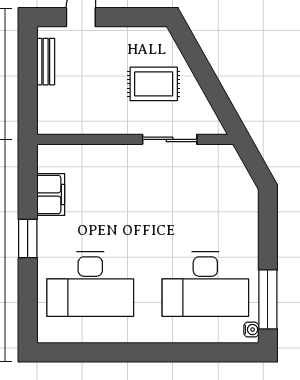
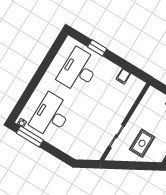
filing cabinet: (51, 194) -> (123, 76), width x0.50
window: (28, 238) -> (97, 48), moved

